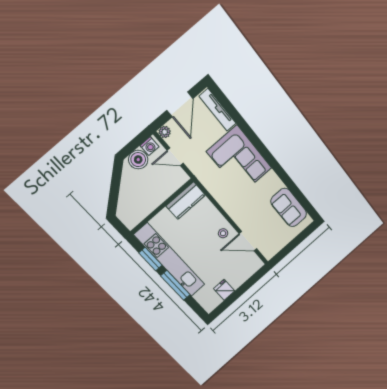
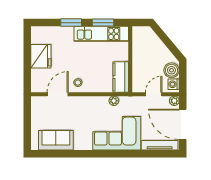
door: (180, 104) -> (183, 124), width x1.36
plant: (212, 188) -> (114, 101), added
kitchen unit: (170, 260) -> (101, 34), width x0.73
window: (175, 285) -> (71, 23), width x0.69
fridge: (224, 290) -> (41, 56), width x1.88, depth x1.34

